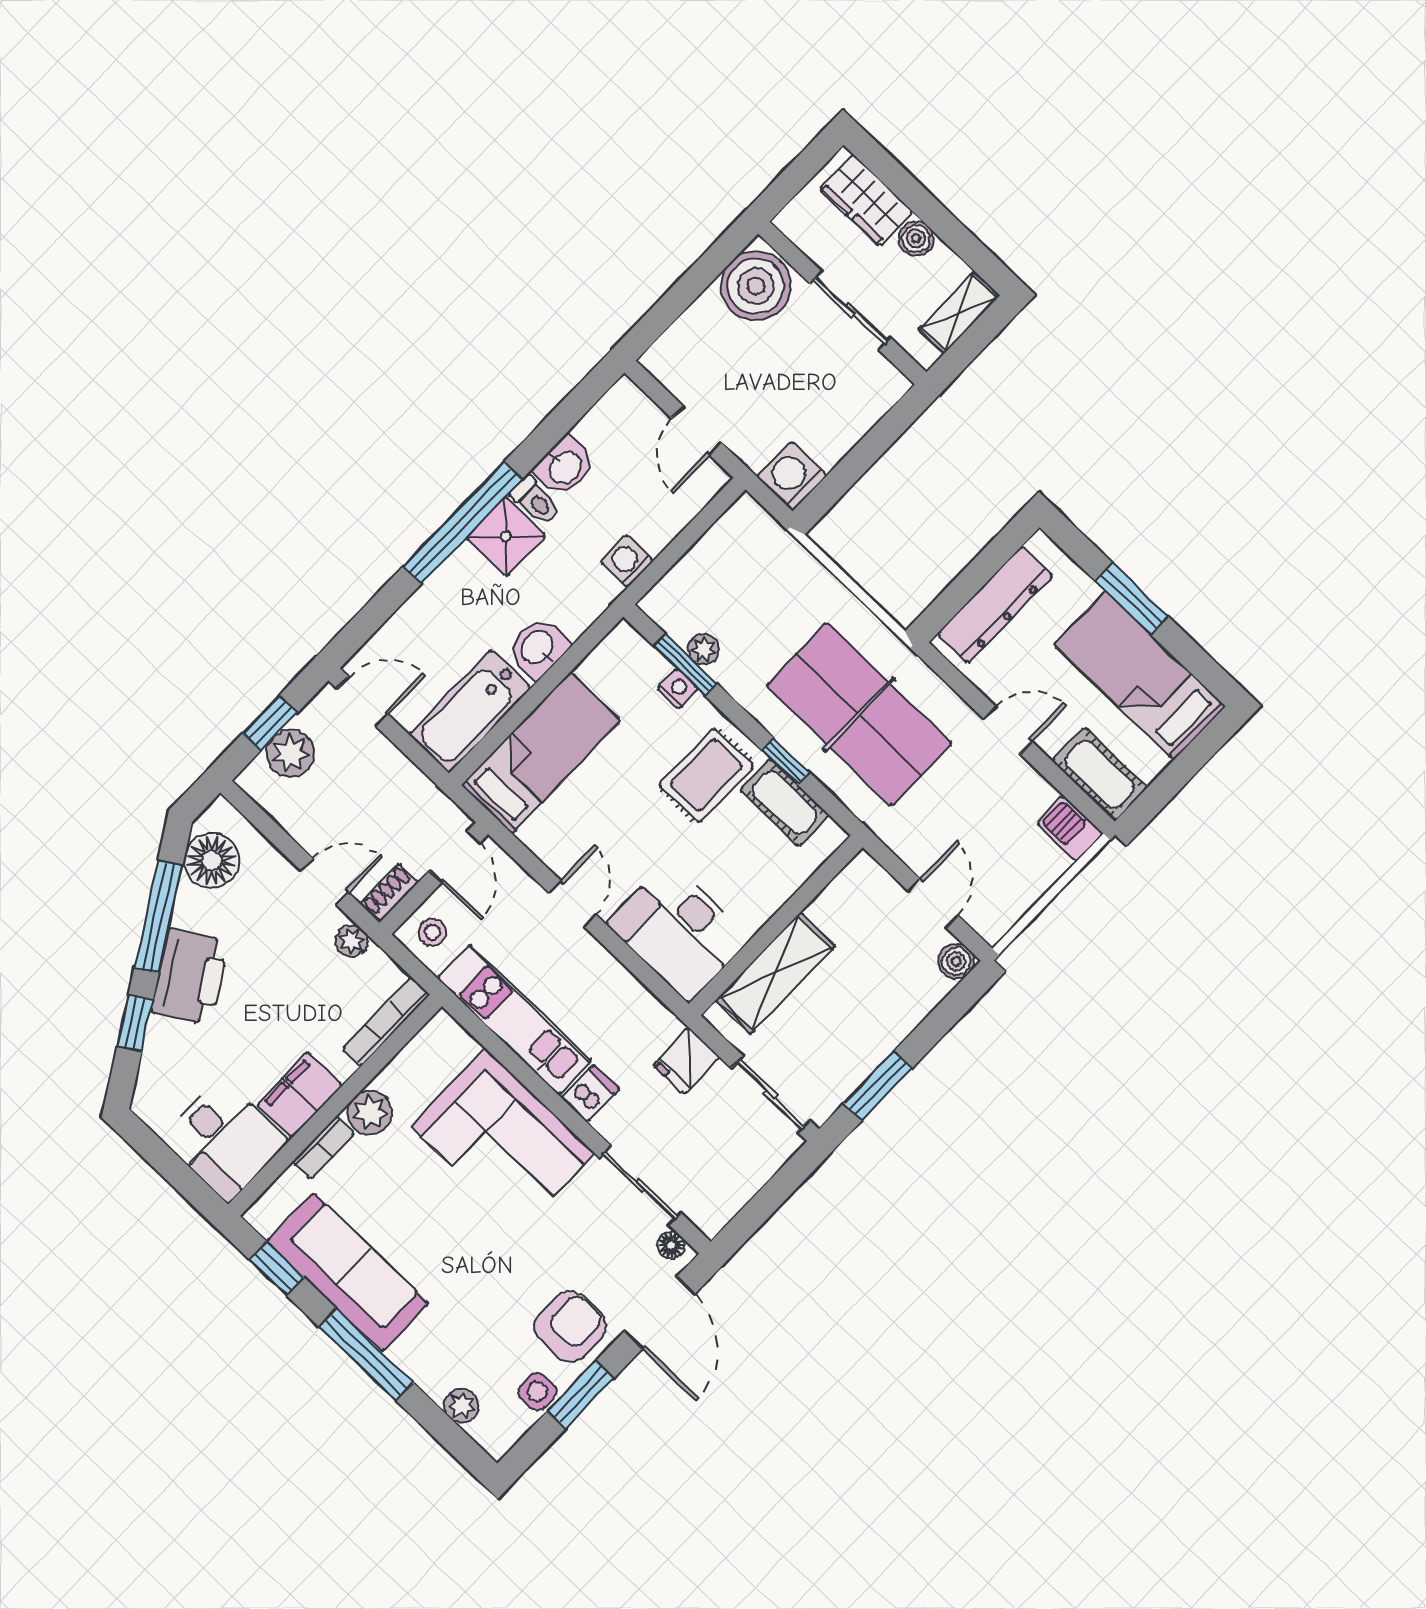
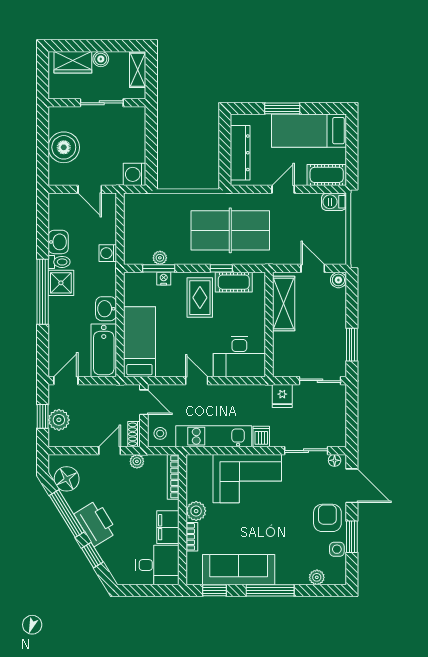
boiler: (756, 286) -> (64, 147), moved
shelving: (775, 973) -> (284, 304), moved

